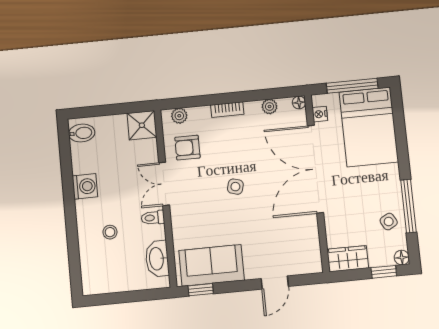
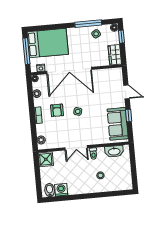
armchair: (187, 148) -> (57, 110), moved
washing machine: (85, 186) -> (61, 190), moved
window: (201, 290) -> (129, 115), moved

